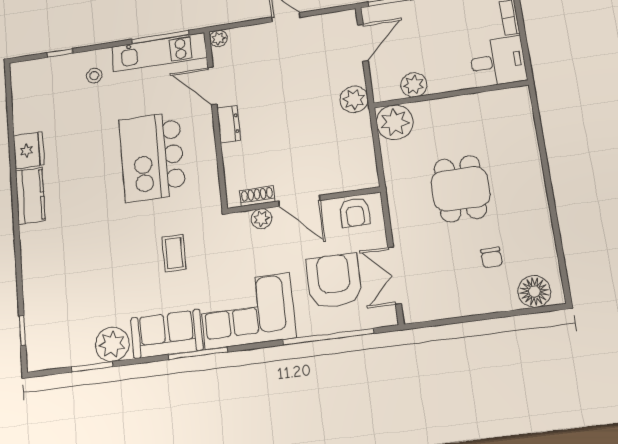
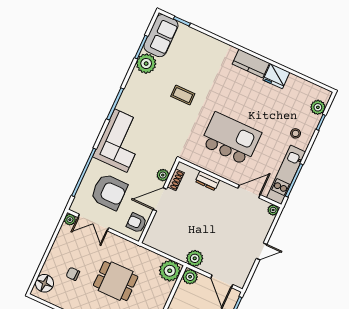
plant: (41, 69) -> (318, 107), added
plant: (414, 85) -> (190, 277), moved
dresser: (229, 124) -> (207, 181), moved
coffee table: (174, 253) -> (183, 95), moved
double door: (395, 275) -> (93, 223), swing flipped
plant: (412, 313) -> (70, 220), added
sofa: (167, 334) -> (161, 36), moved

